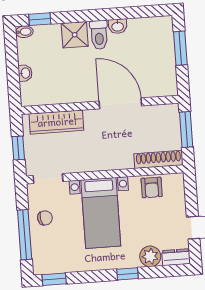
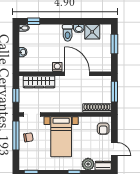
shower: (75, 35) -> (92, 32), moved
washing machine: (86, 94) -> (57, 67), added
armchair: (152, 187) -> (103, 129), moved
window: (25, 235) -> (16, 135), moved

